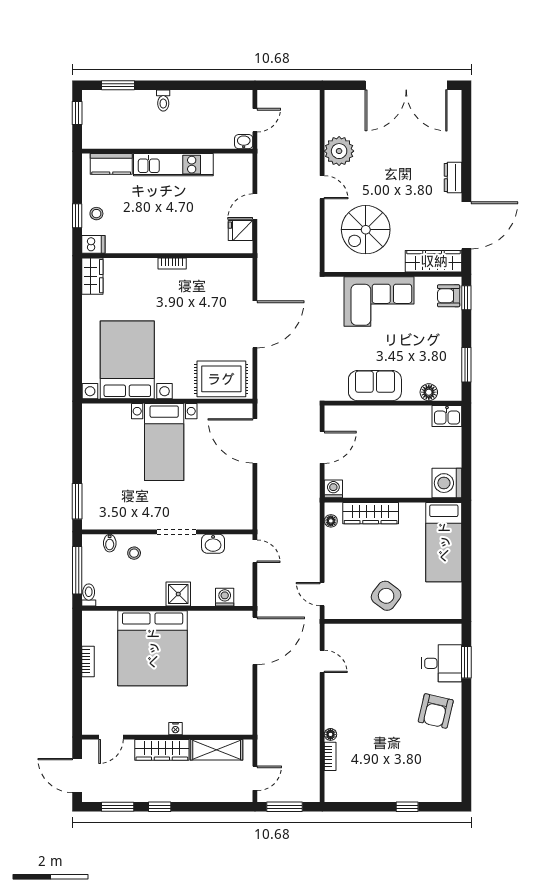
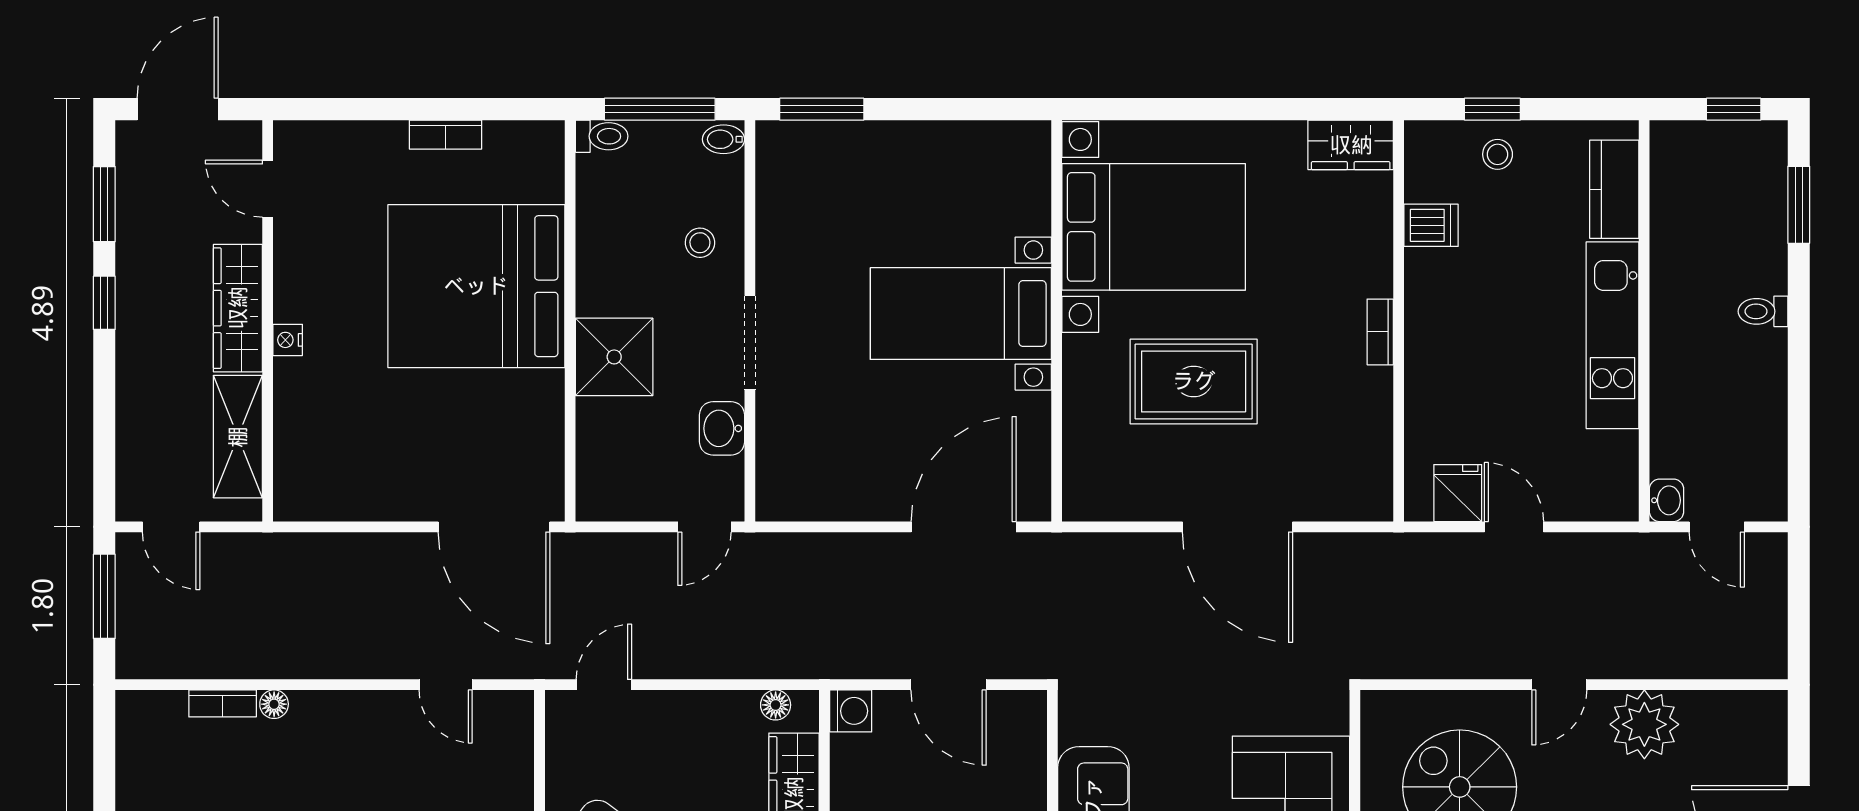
dishwasher: (93, 244) -> (1431, 225), moved, turned -90
rug: (221, 379) -> (1194, 381), moved, turned 90
bidet: (110, 543) -> (723, 139), moved
shower: (178, 594) -> (614, 357), width x1.36, depth x1.36
washing machine: (225, 597) -> (596, 456), removed
door: (322, 661) -> (446, 685), hinge flipped

